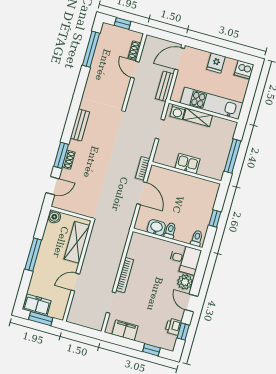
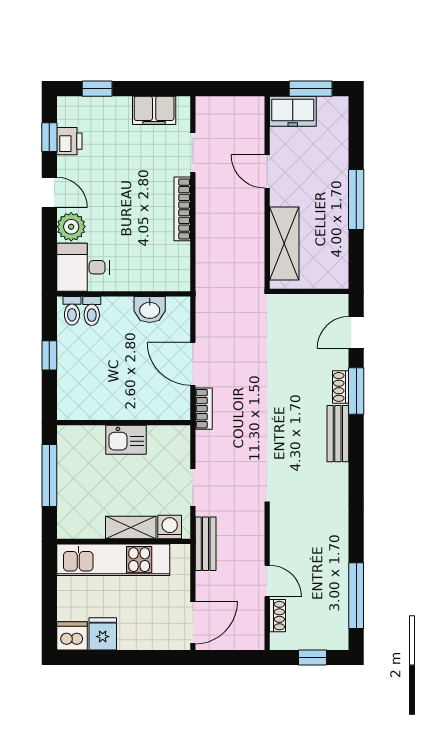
fridge: (216, 63) -> (103, 634), moved
bench: (165, 86) -> (206, 544), moved
bench: (80, 125) -> (338, 434), moved
boiler: (54, 217) -> (337, 278), removed
toilet: (170, 231) -> (92, 311), moved
door: (75, 282) -> (267, 172), swing flipped
freezer: (37, 305) -> (293, 111), moved

